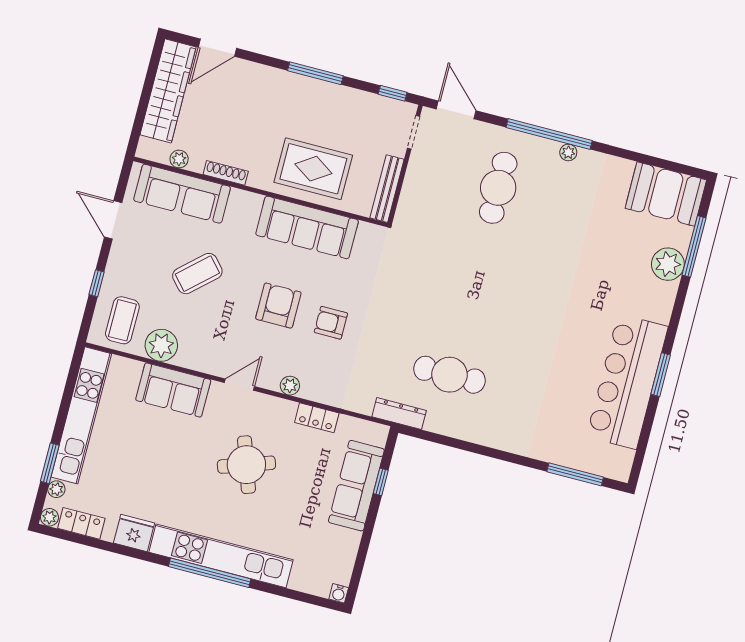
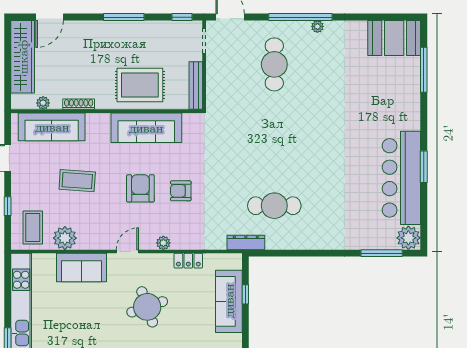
plant: (668, 264) -> (408, 238), moved
coffee table: (197, 274) -> (77, 181), turned 46

